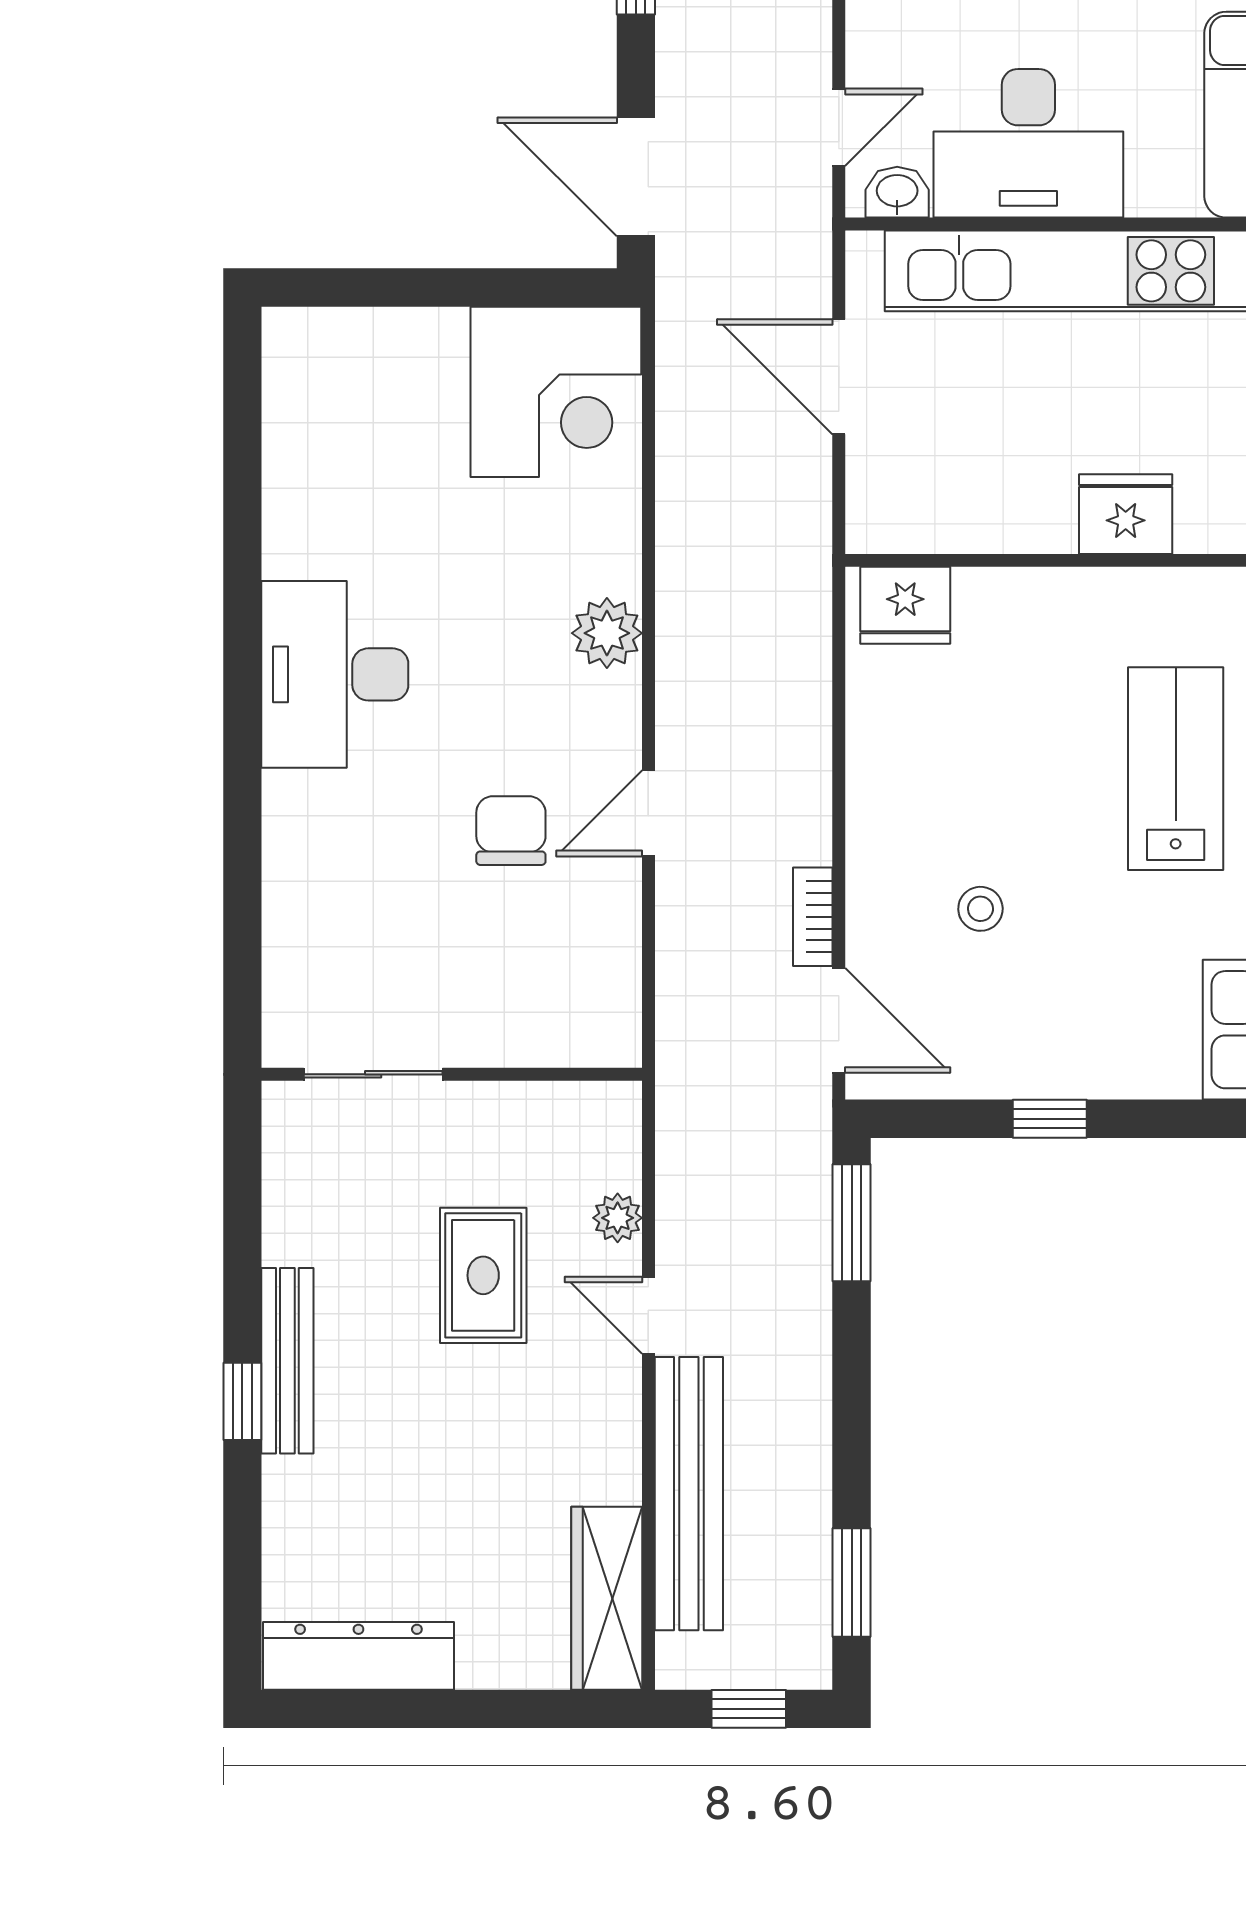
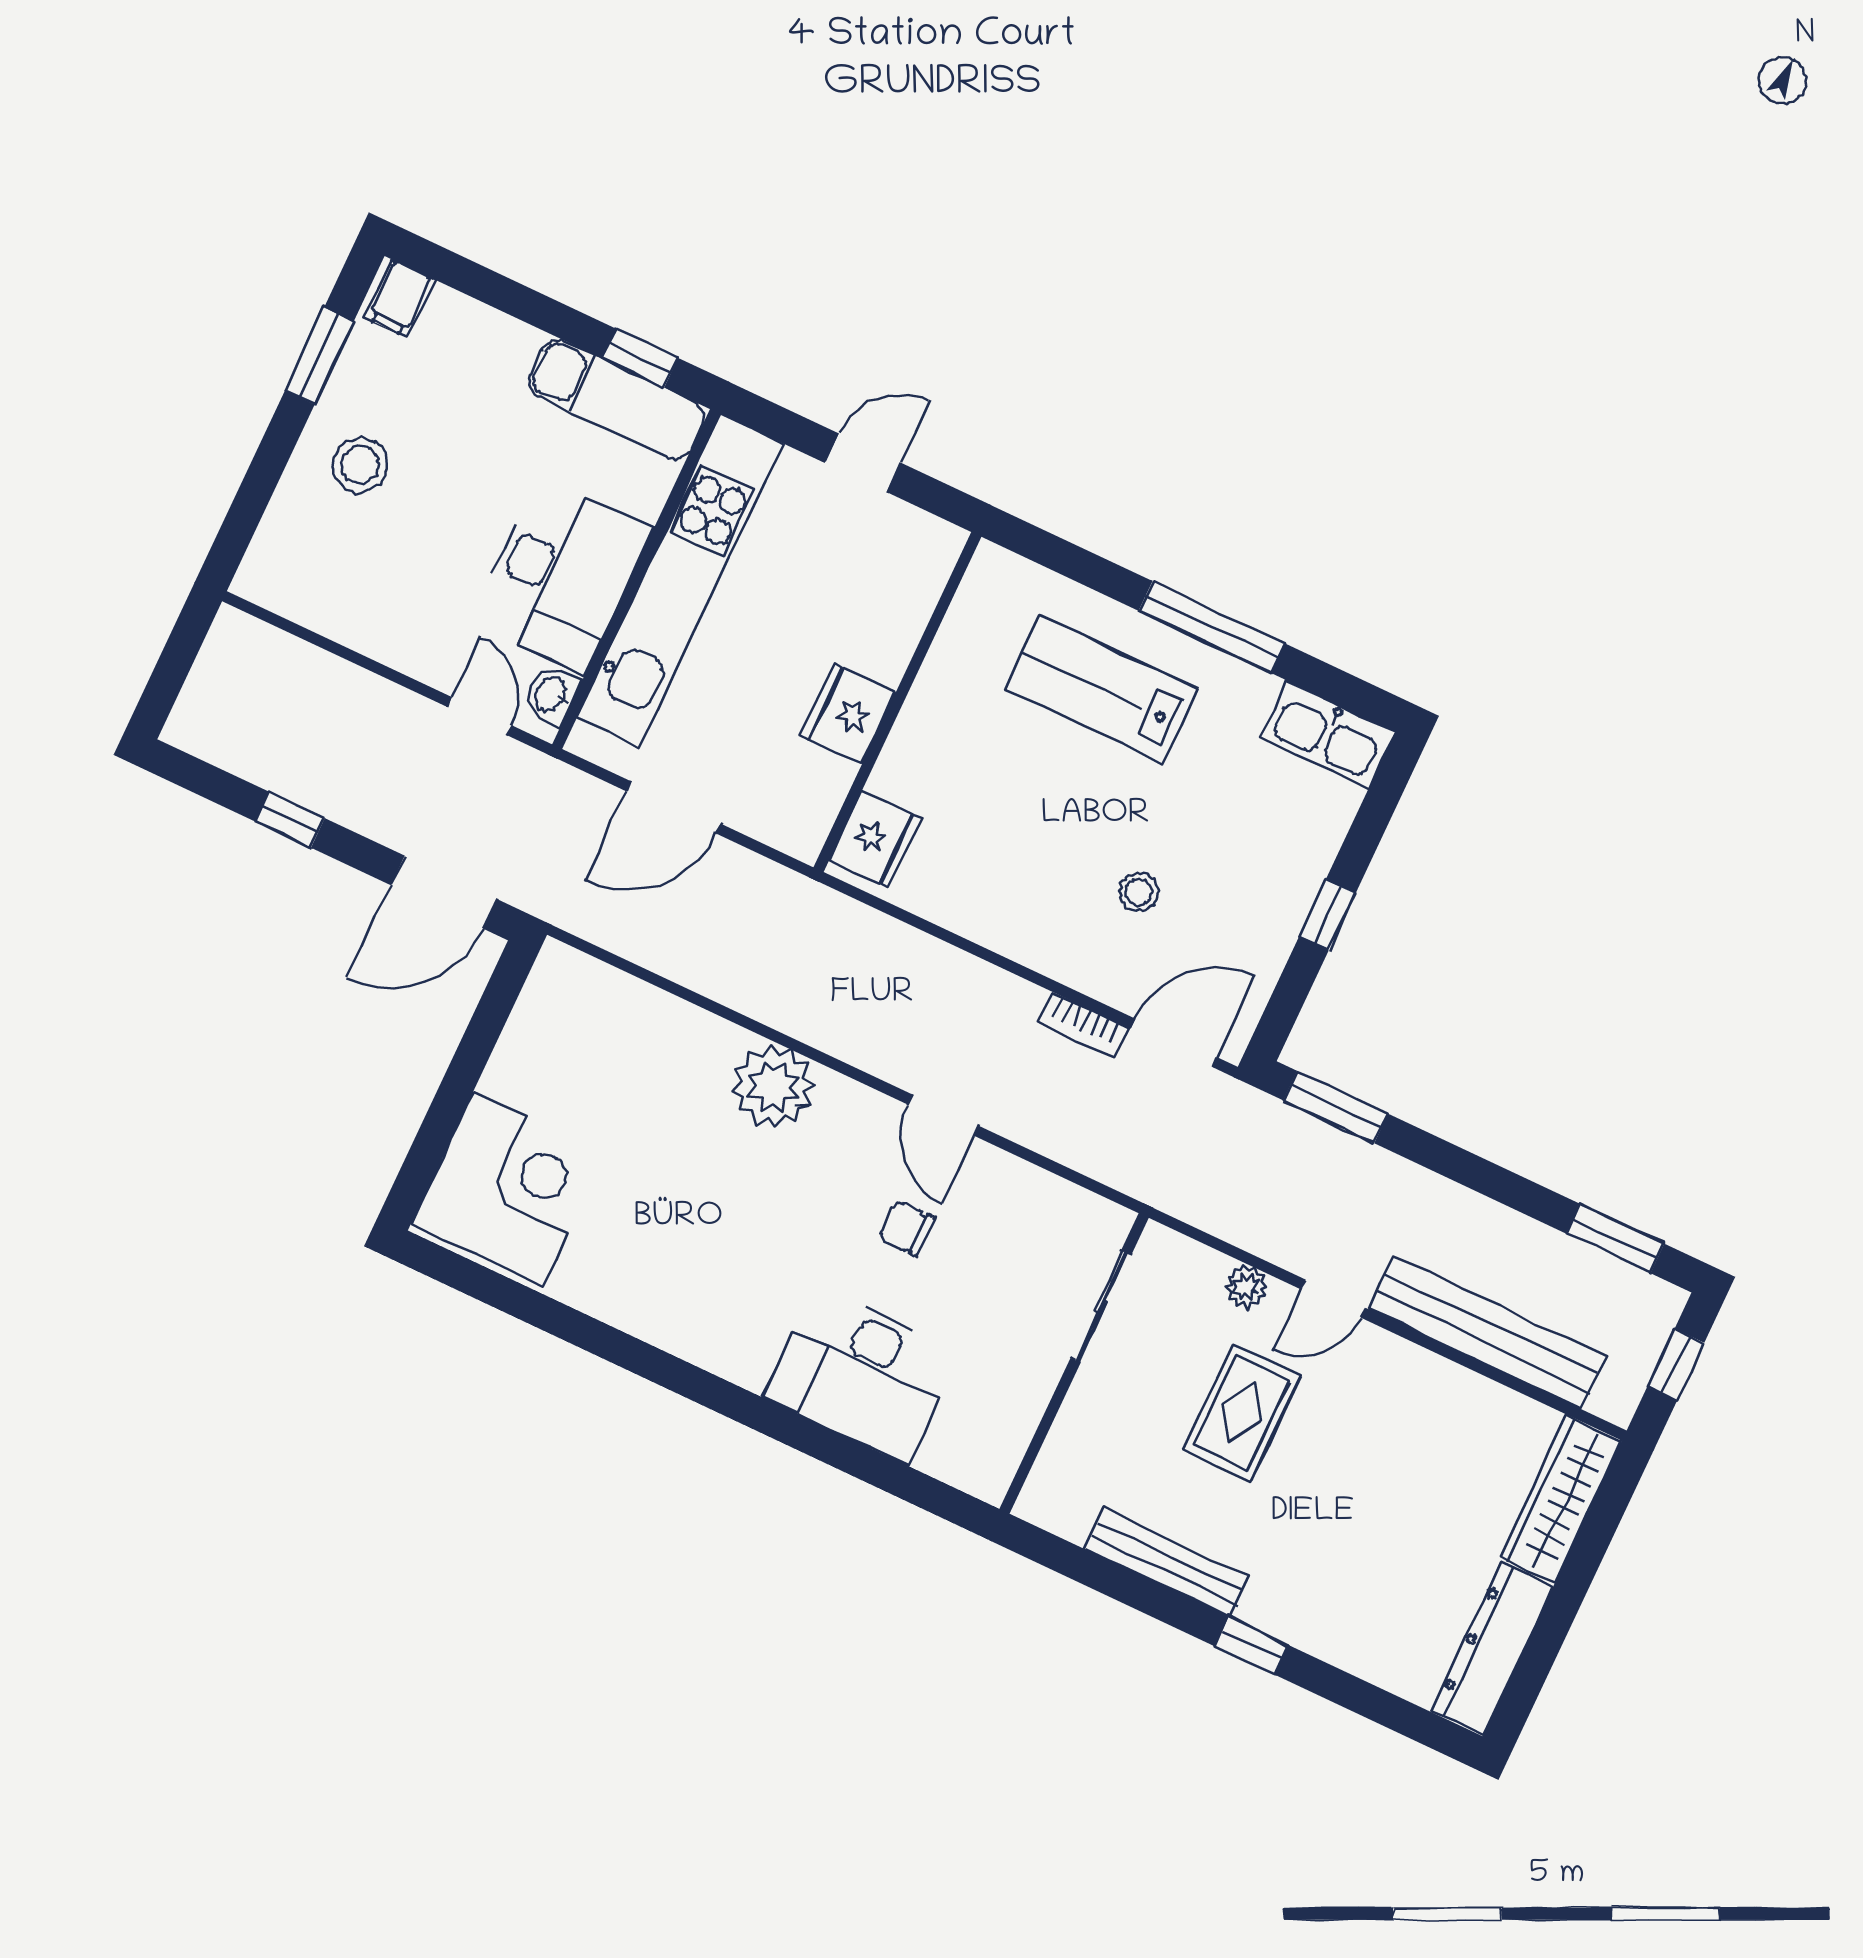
corner desk: (556, 392) -> (508, 1189), moved
fridge: (1126, 514) -> (848, 714), moved
plant: (607, 633) -> (773, 1087), width x1.36, depth x1.36
desk: (335, 674) -> (862, 1375), moved
chair: (511, 831) -> (906, 1228), width x0.73, depth x0.73
sliding door: (373, 1074) -> (1101, 1306), moved
rug: (483, 1275) -> (1242, 1412), turned 90
bench: (287, 1361) -> (1167, 1563), moved
wardrobe: (607, 1598) -> (1561, 1499), moved, turned 90

